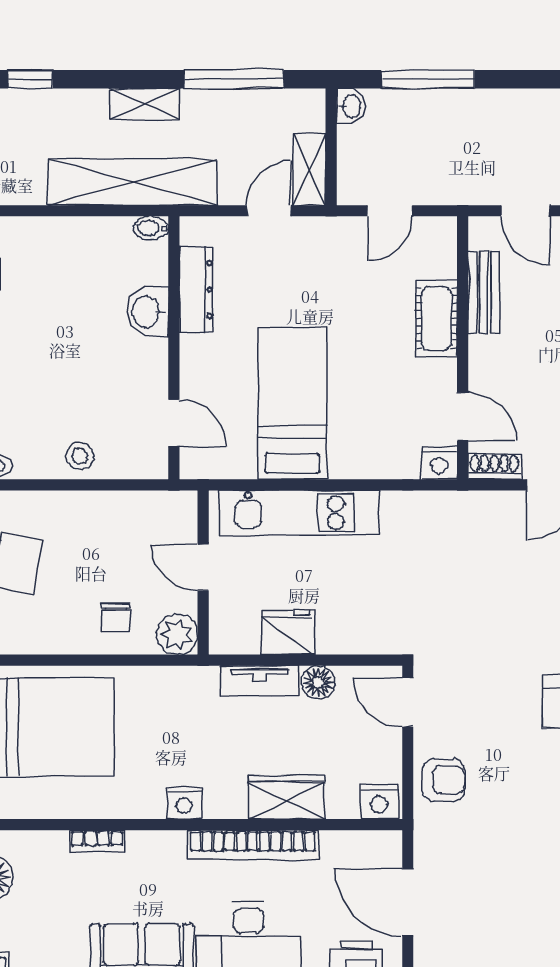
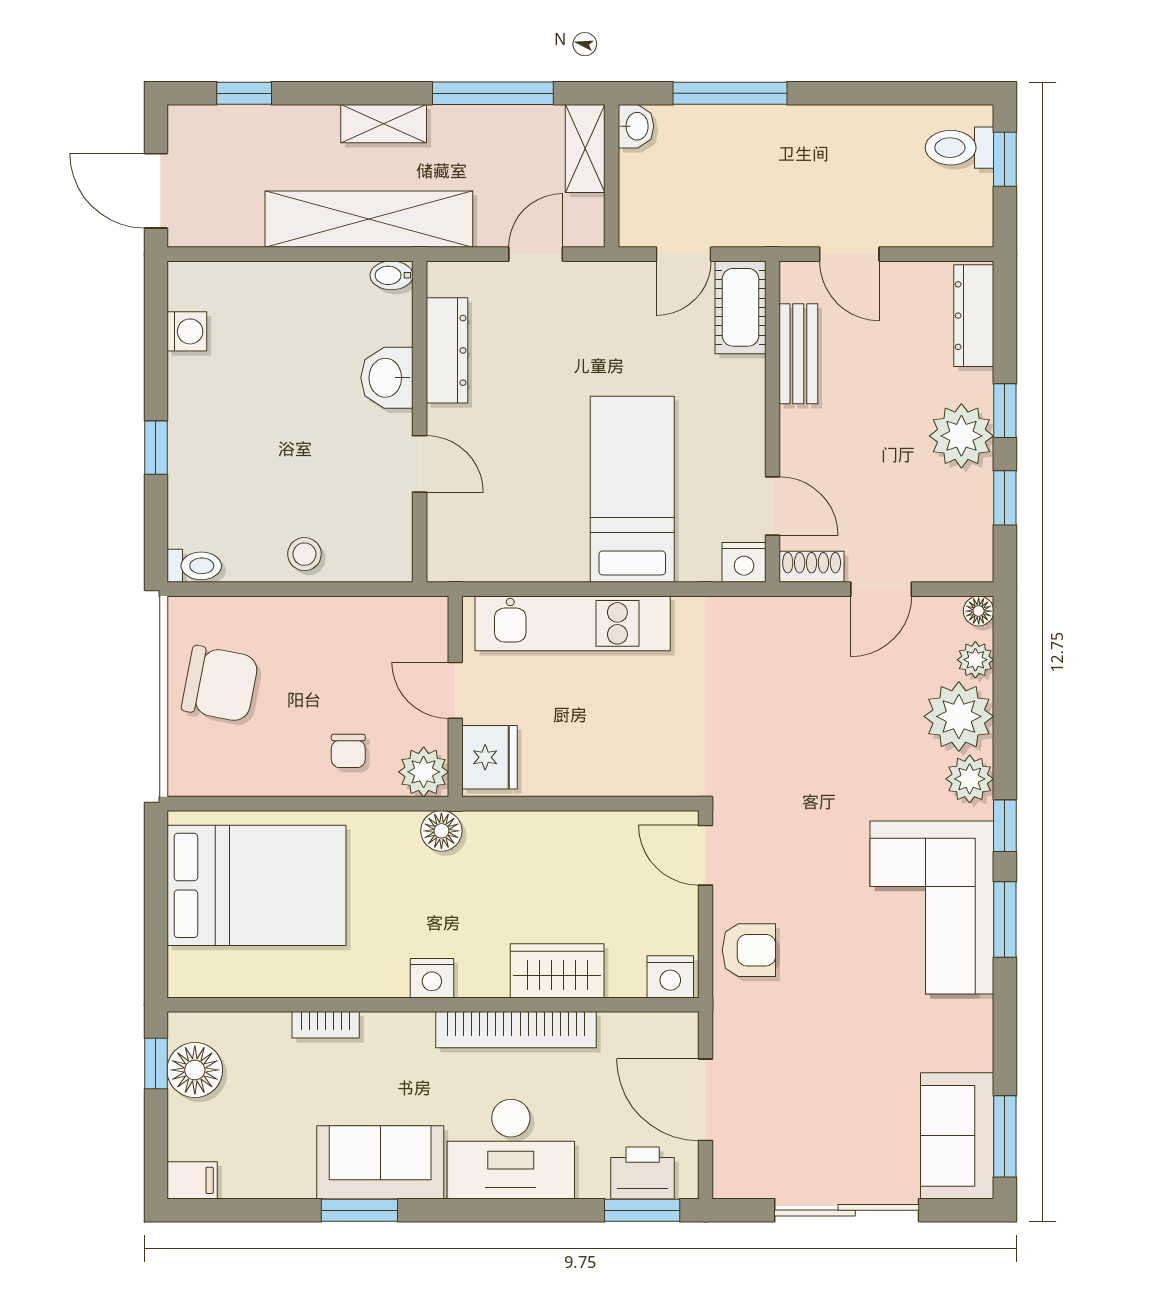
shelving: (309, 169) -> (585, 149), moved
cot: (436, 318) -> (741, 307), moved
bed: (292, 403) -> (632, 489), moved
door: (174, 423) -> (420, 464), moved
fridge: (288, 632) -> (490, 757), moved, turned 90
tv unit: (260, 681) -> (524, 829), removed
floor lamp: (318, 682) -> (441, 831), moved

